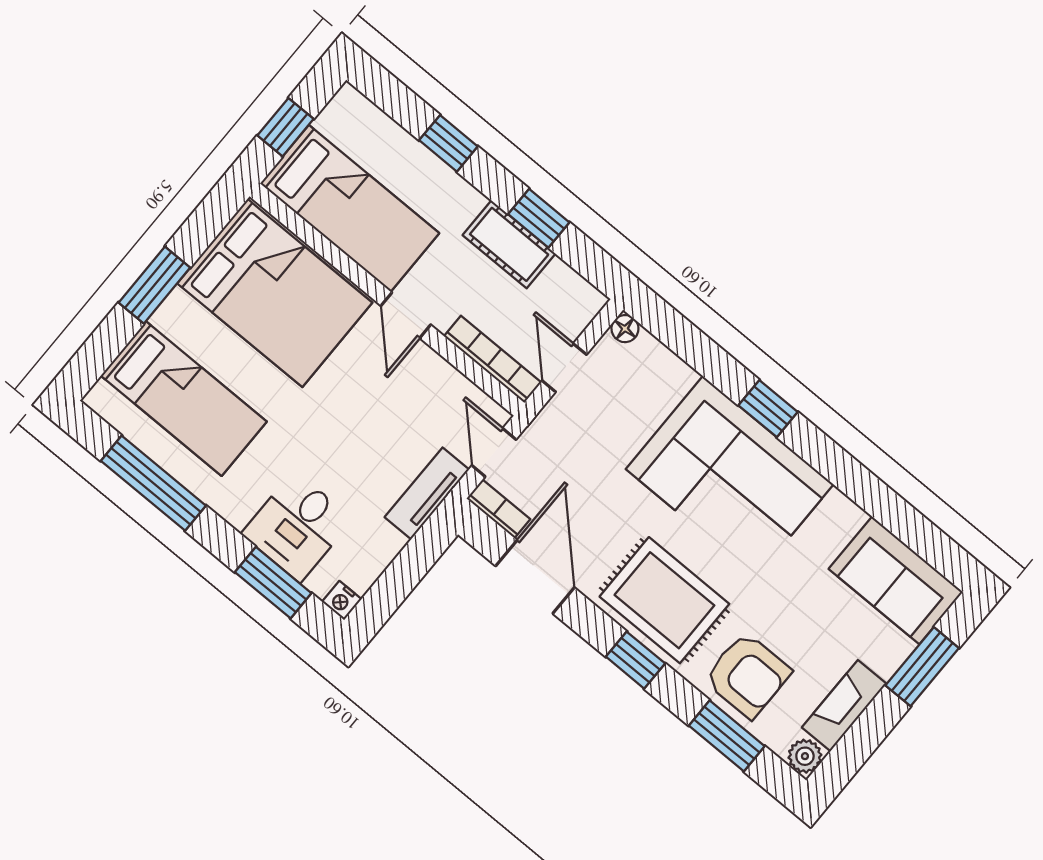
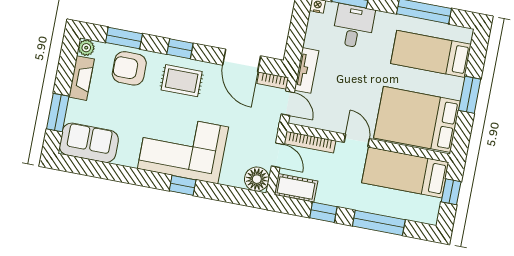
window: (448, 143) -> (379, 223), width x2.17
cot: (509, 244) -> (296, 188), moved
floor lamp: (625, 329) -> (257, 179), width x1.89, depth x1.89
rug: (664, 600) -> (182, 81), width x0.73, depth x0.70

